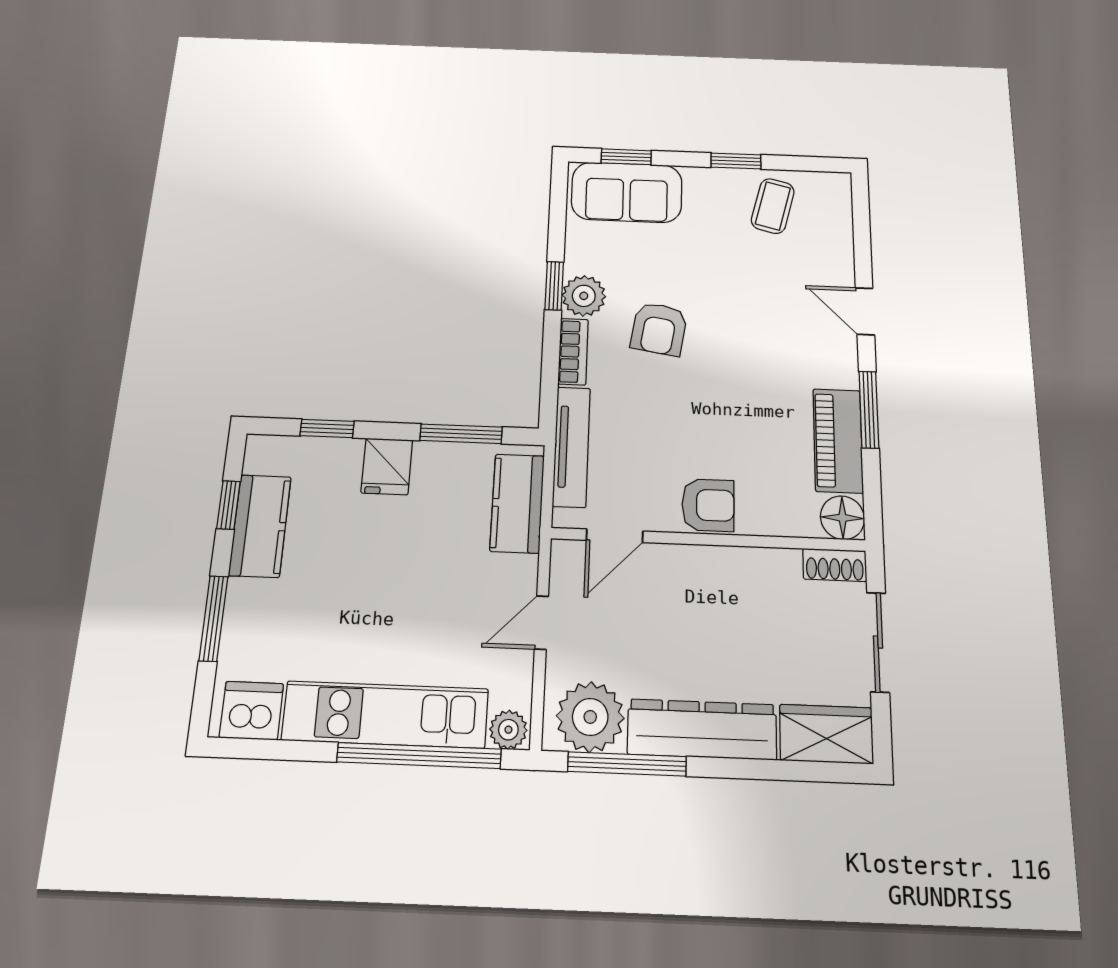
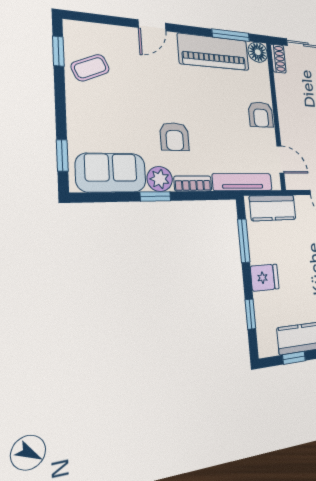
window: (736, 161) -> (58, 51), moved
sofa: (627, 192) -> (111, 173), moved, turned -90
coffee table: (773, 206) -> (90, 68), turned -38
armchair: (659, 329) -> (175, 137), turned 81
window: (869, 410) -> (231, 35), moved
piano: (838, 441) -> (214, 52), width x1.37, depth x1.33
armchair: (708, 505) -> (261, 115), turned 180

